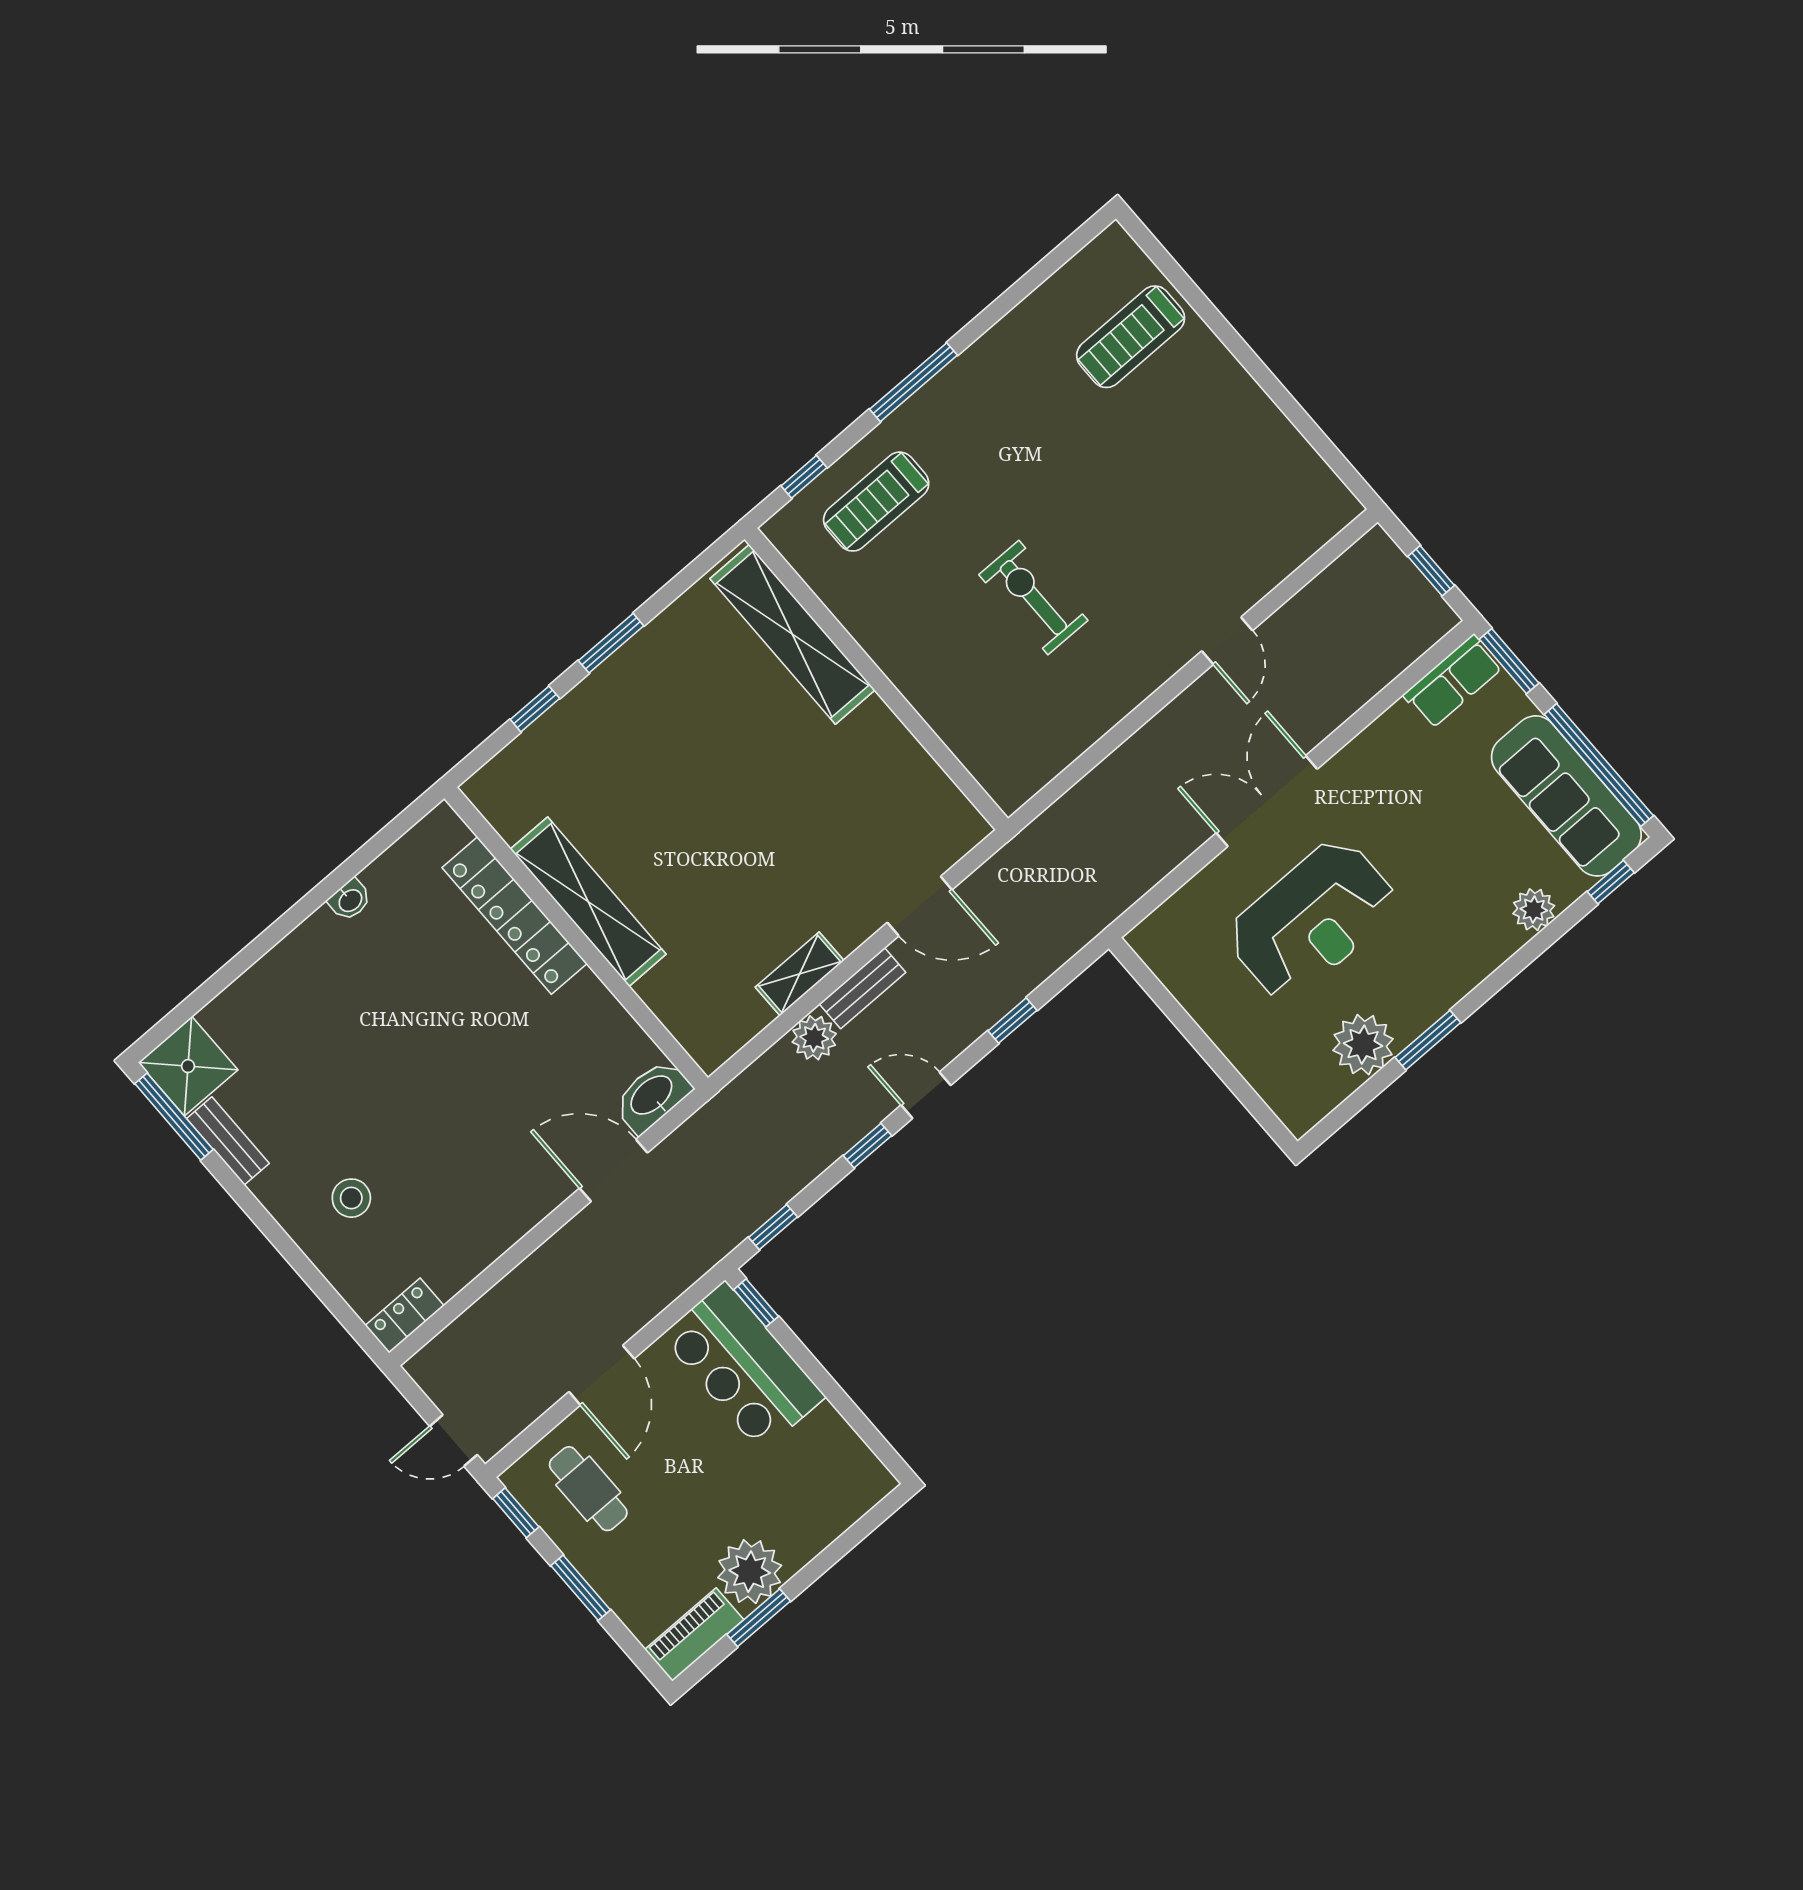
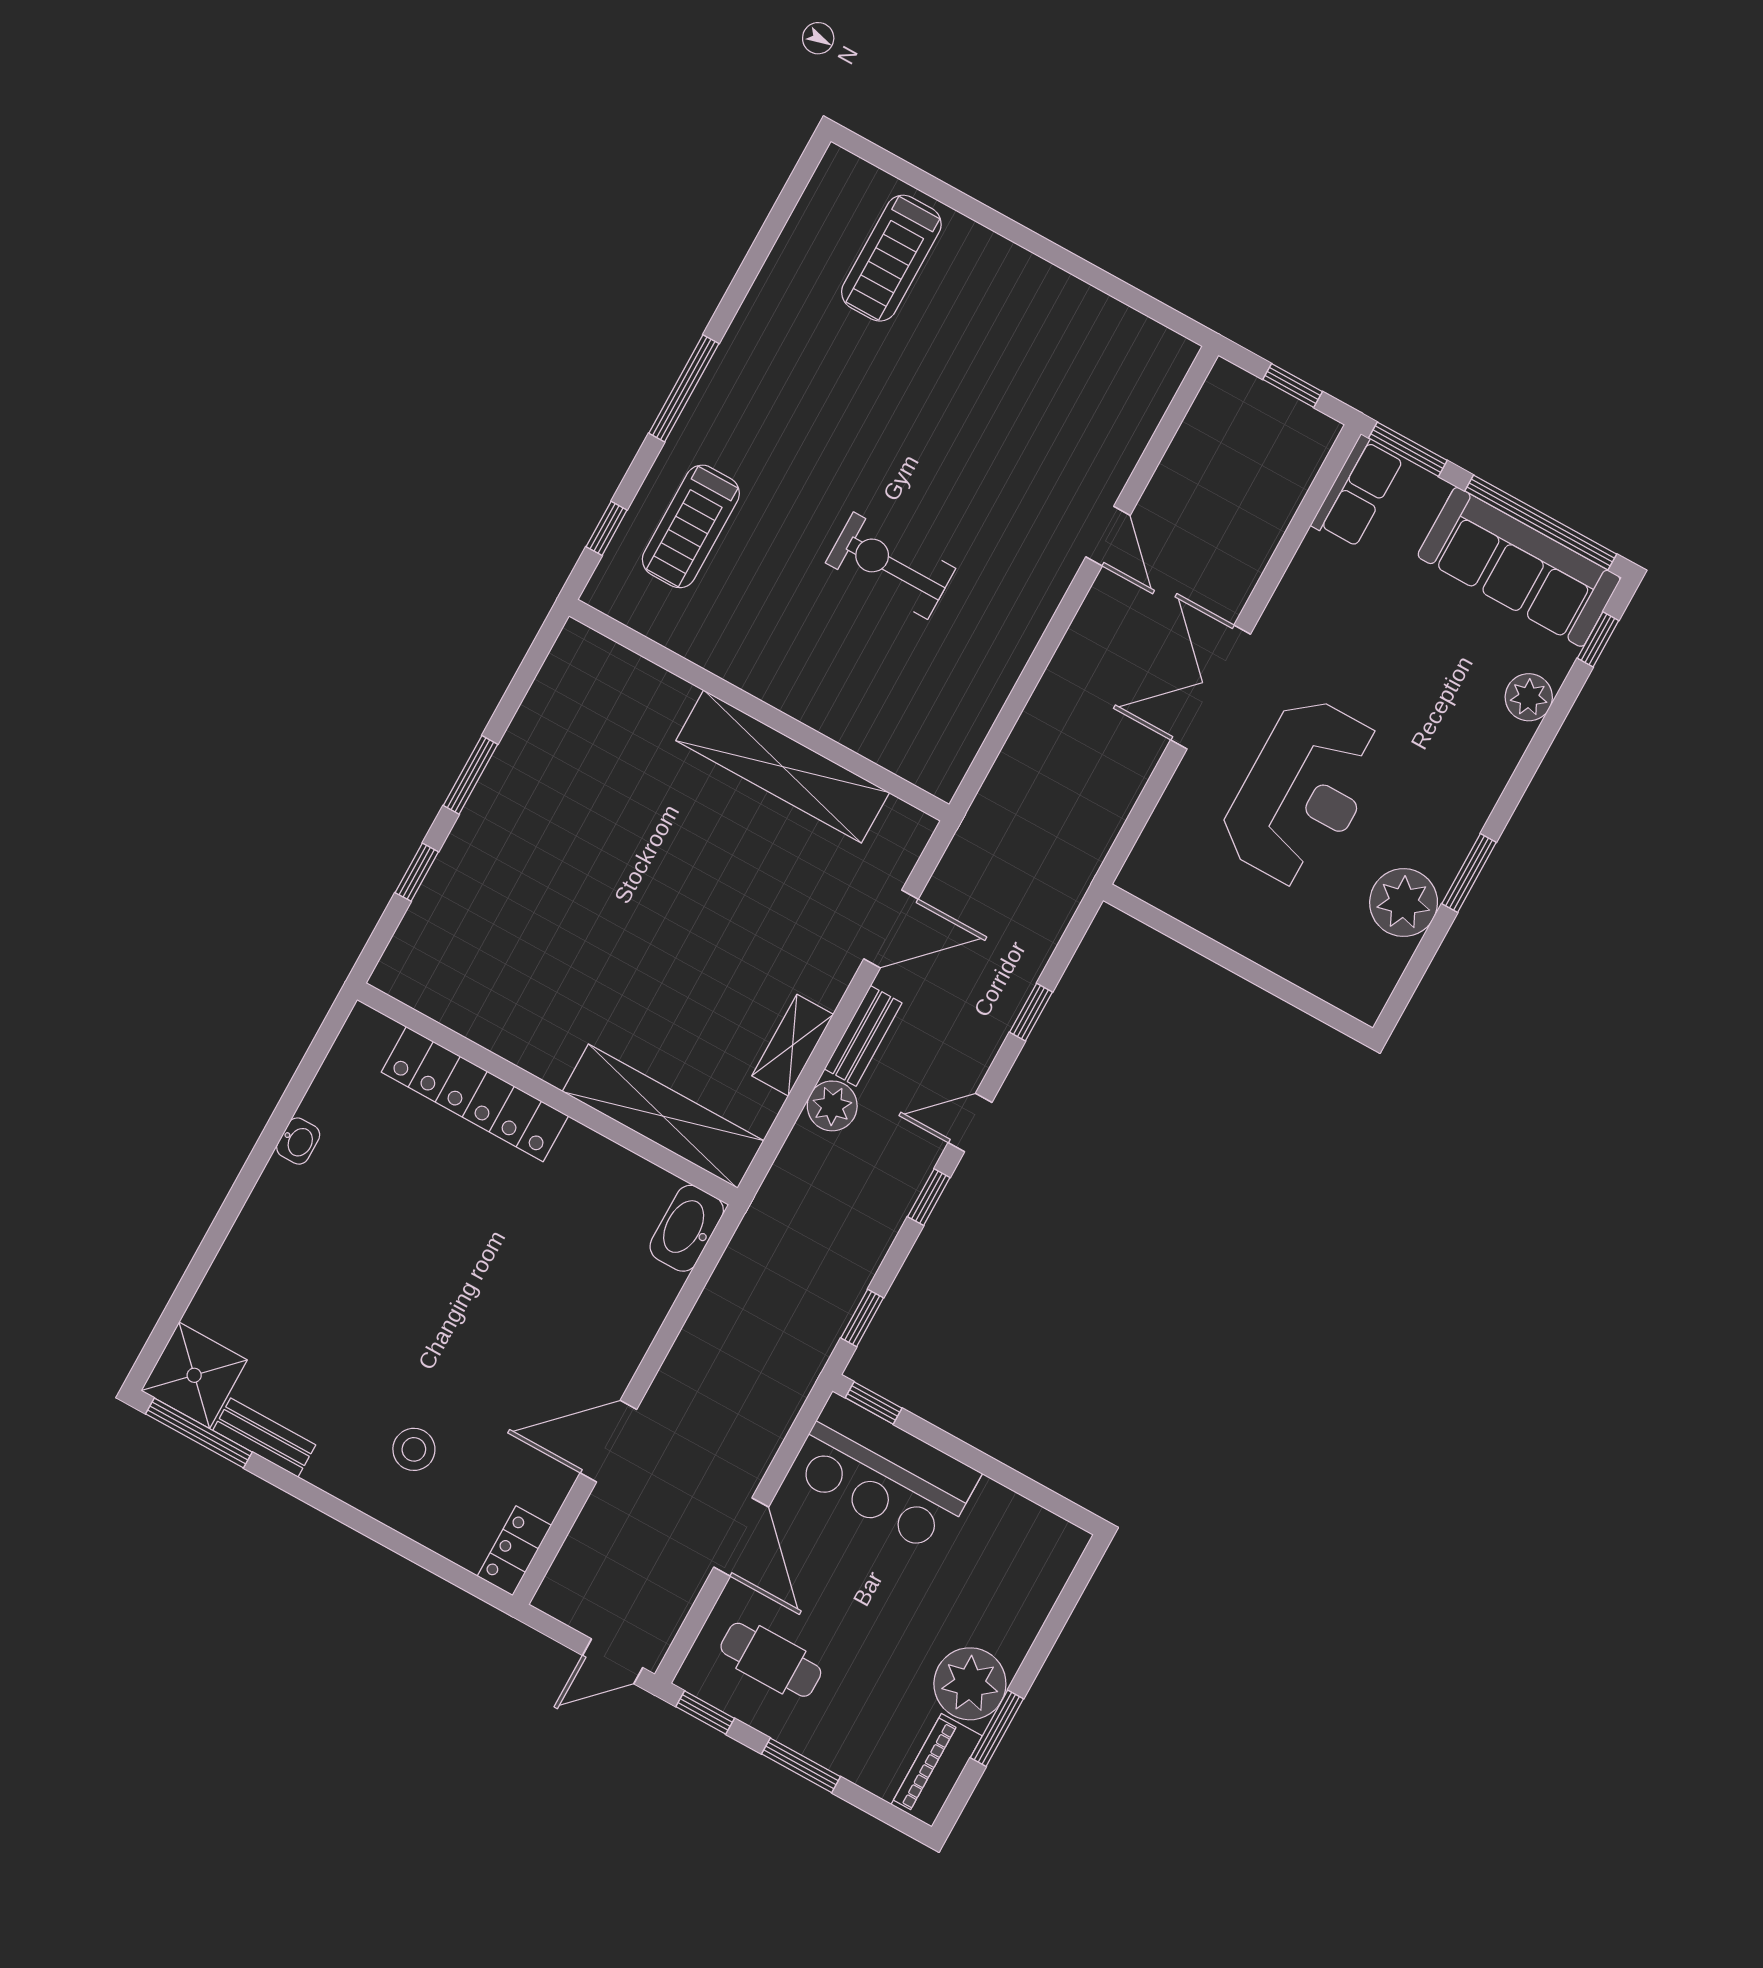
shelving: (792, 634) -> (783, 767), moved
shelving: (588, 902) -> (663, 1116), moved
door: (614, 1170) -> (608, 1441), moved

